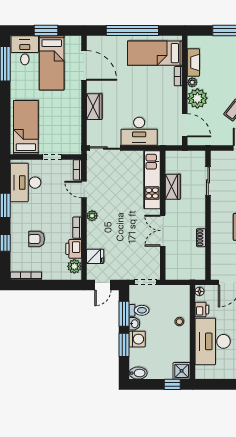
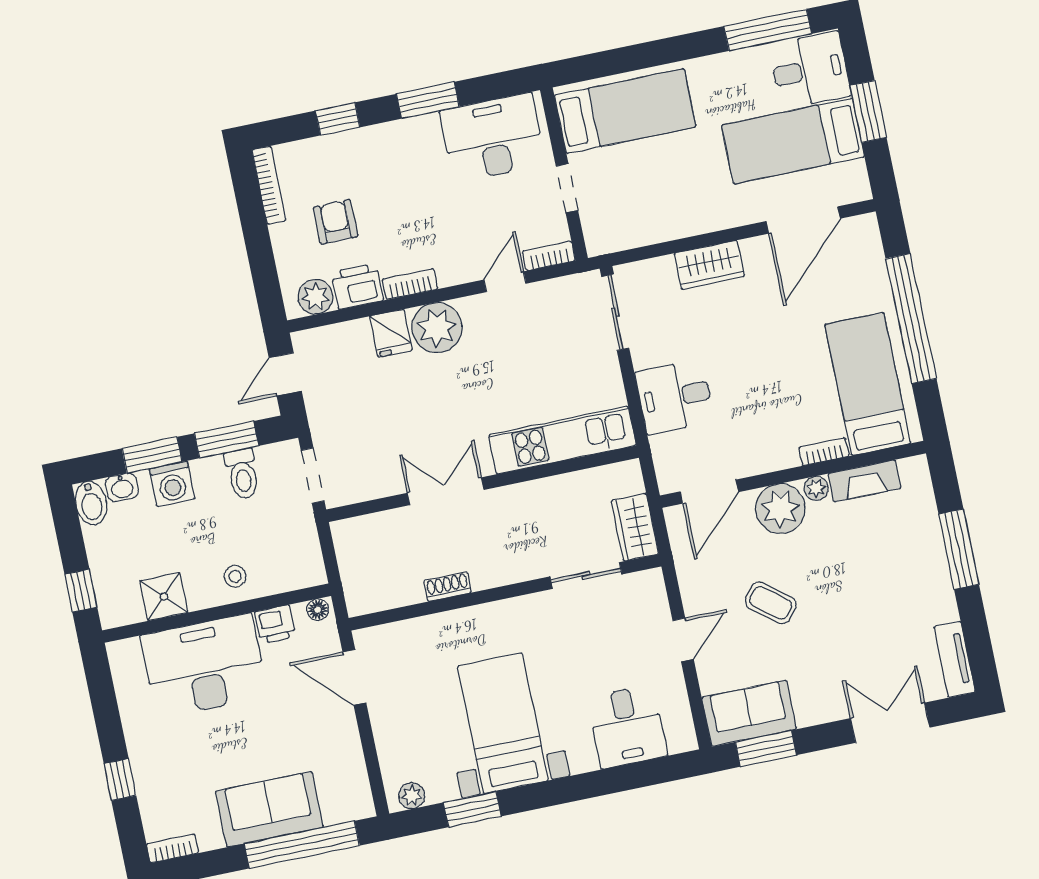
desk: (139, 131) -> (675, 397), width x0.73
wardrobe: (173, 187) -> (635, 527), moved, turned 90
plant: (92, 216) -> (437, 328), width x1.88, depth x1.88
armchair: (37, 239) -> (336, 222), moved
fridge: (95, 256) -> (391, 333), moved
door: (103, 285) -> (285, 374), hinge flipped
washbasin: (134, 324) -> (122, 487), moved
shower: (182, 371) -> (164, 597), moved

